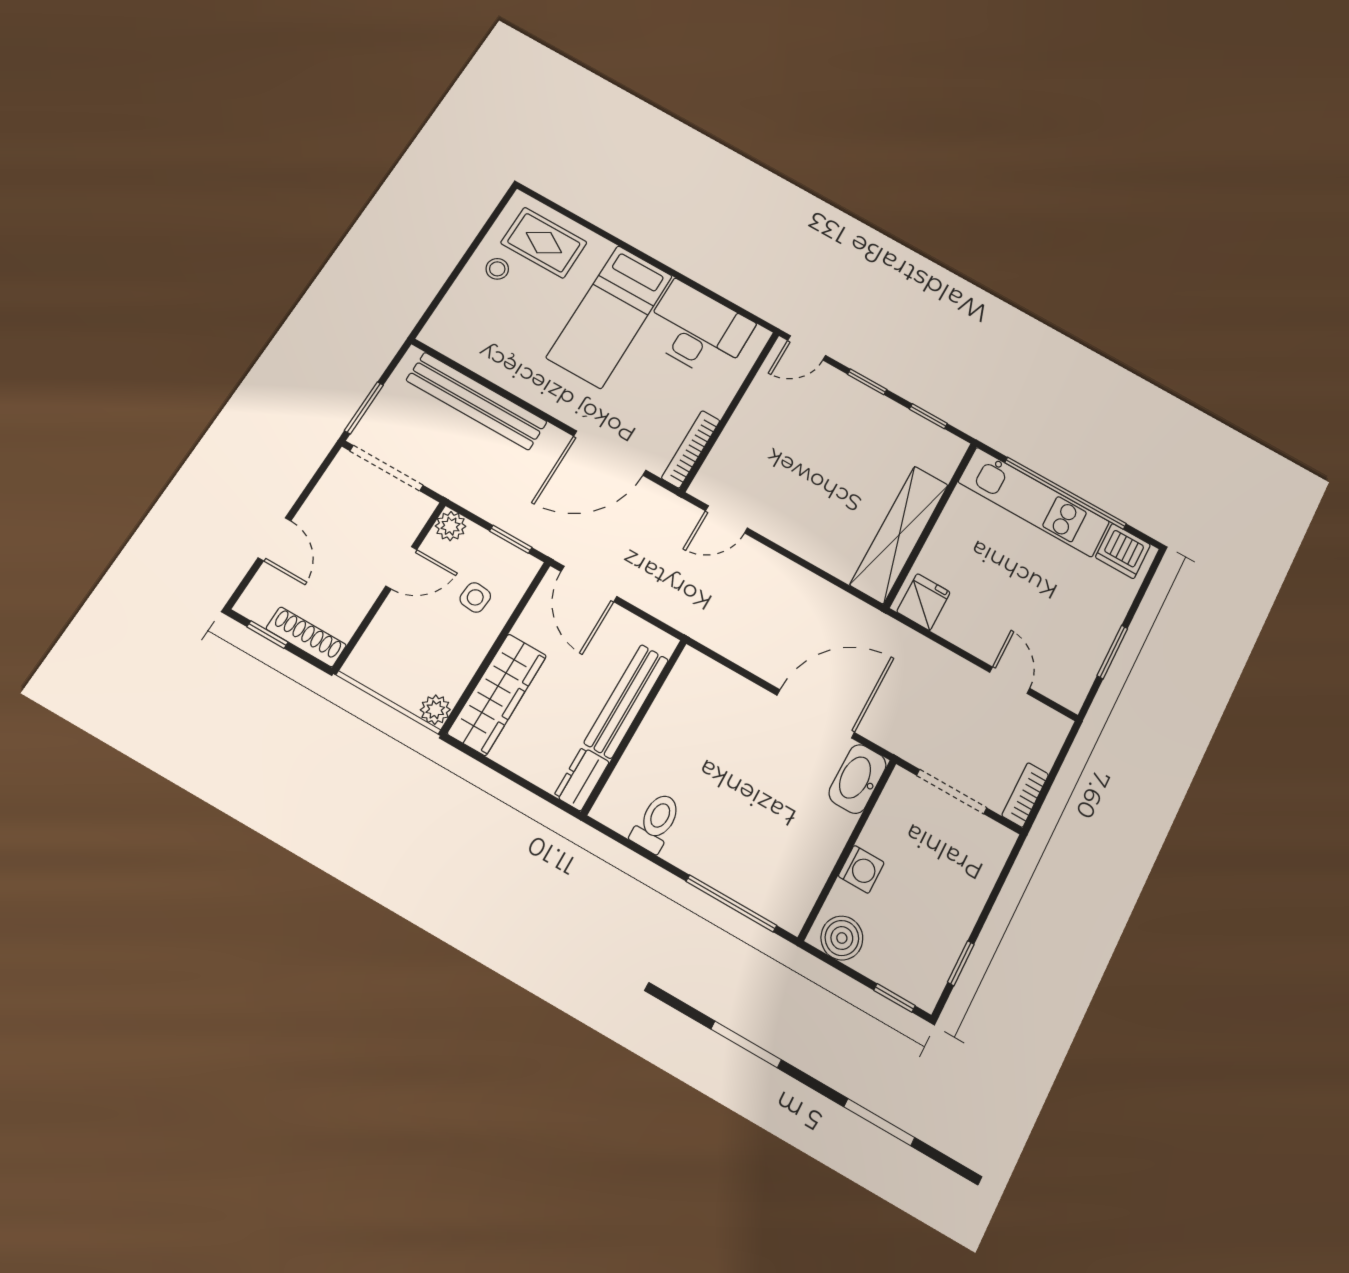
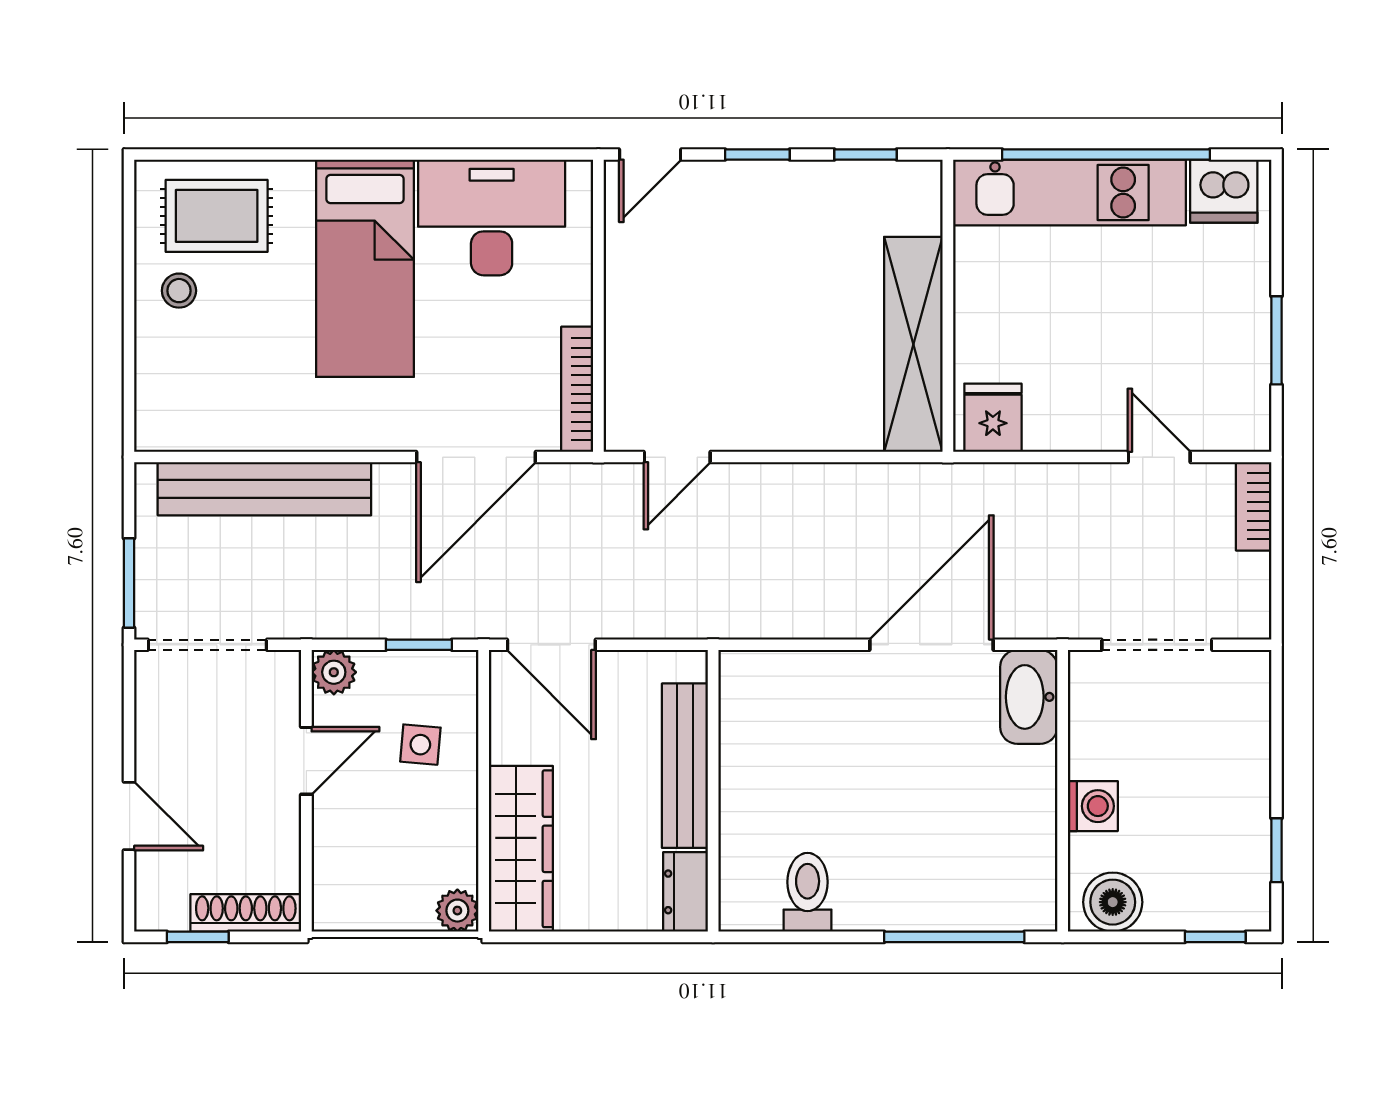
bookcase: (1025, 795) -> (1254, 506), moved

